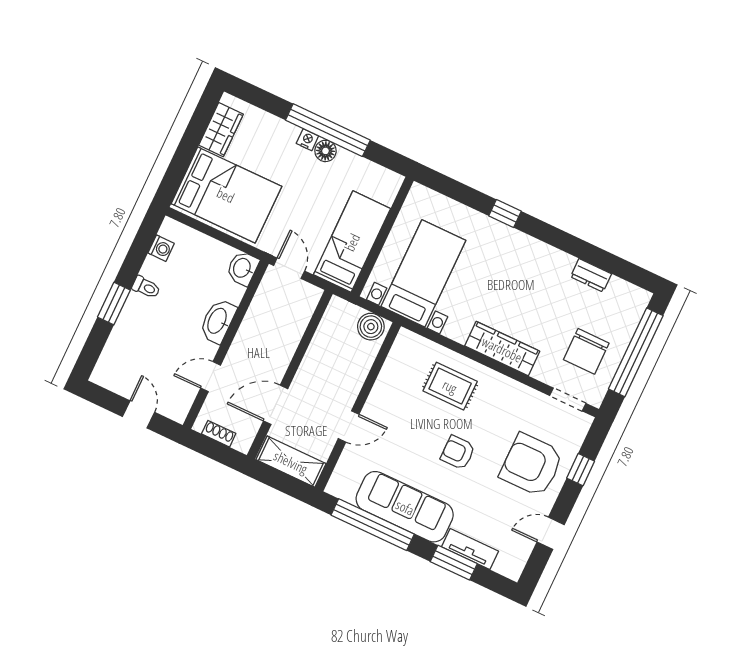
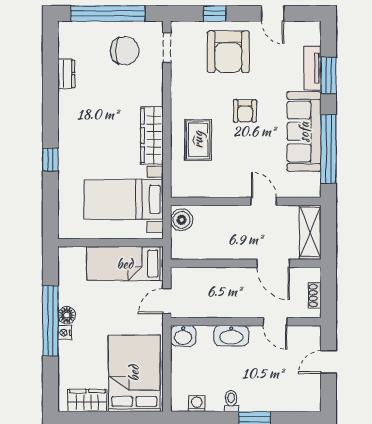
wardrobe: (502, 349) -> (152, 135), moved

